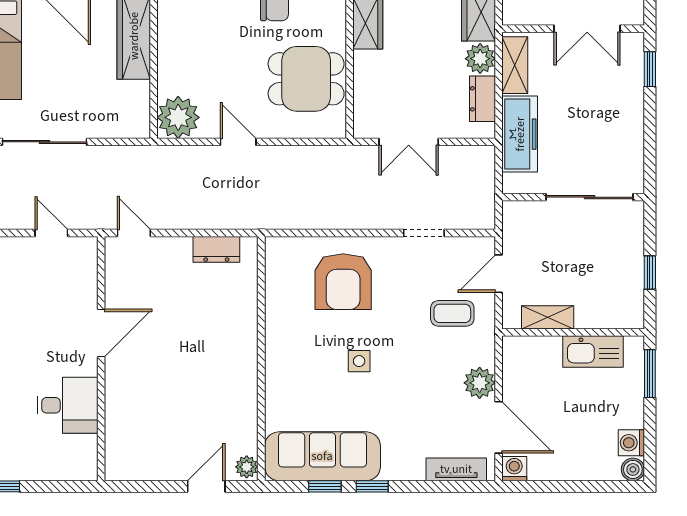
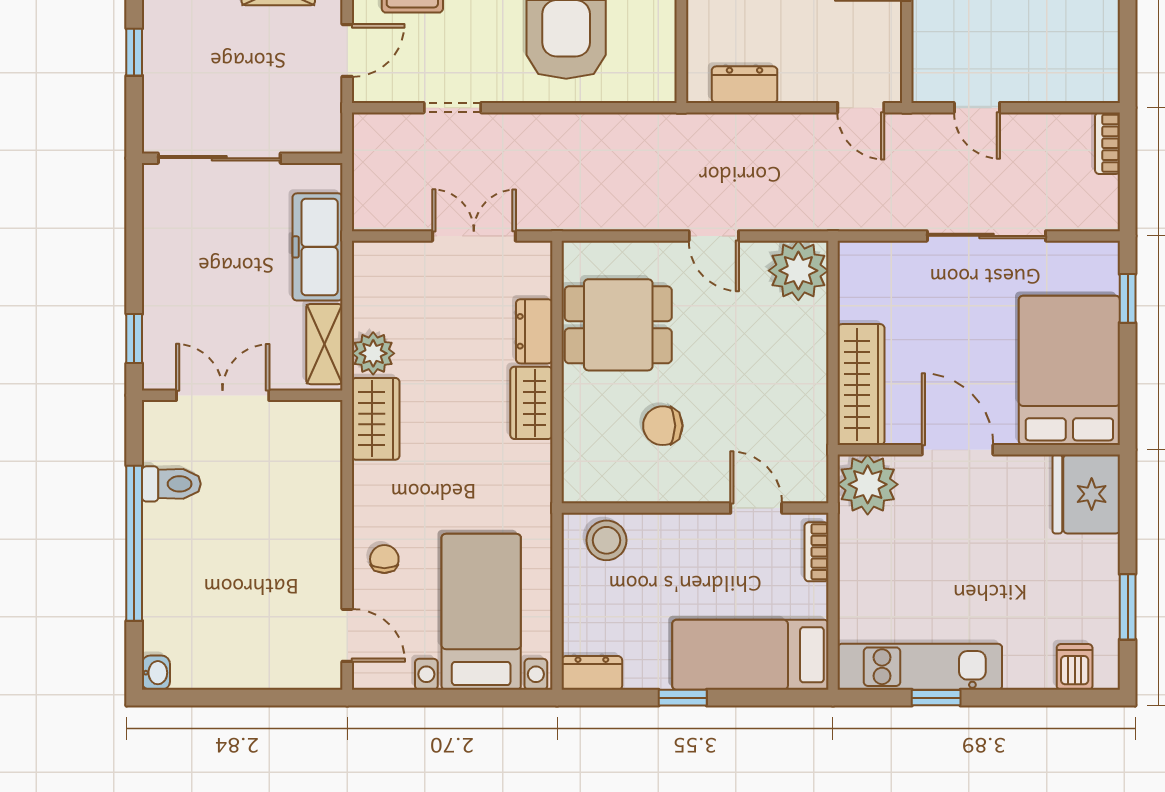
dresser: (482, 99) -> (534, 331), moved, turned 180

